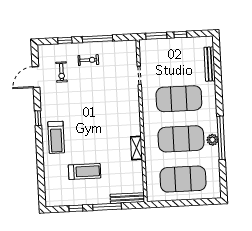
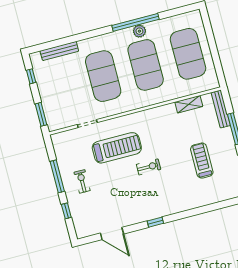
window: (180, 35) -> (31, 76), moved
exercise bike: (61, 72) -> (149, 167), moved
treadmill: (56, 137) -> (117, 148), moved, width x1.37, depth x1.38
shelving: (136, 148) -> (189, 104), moved

